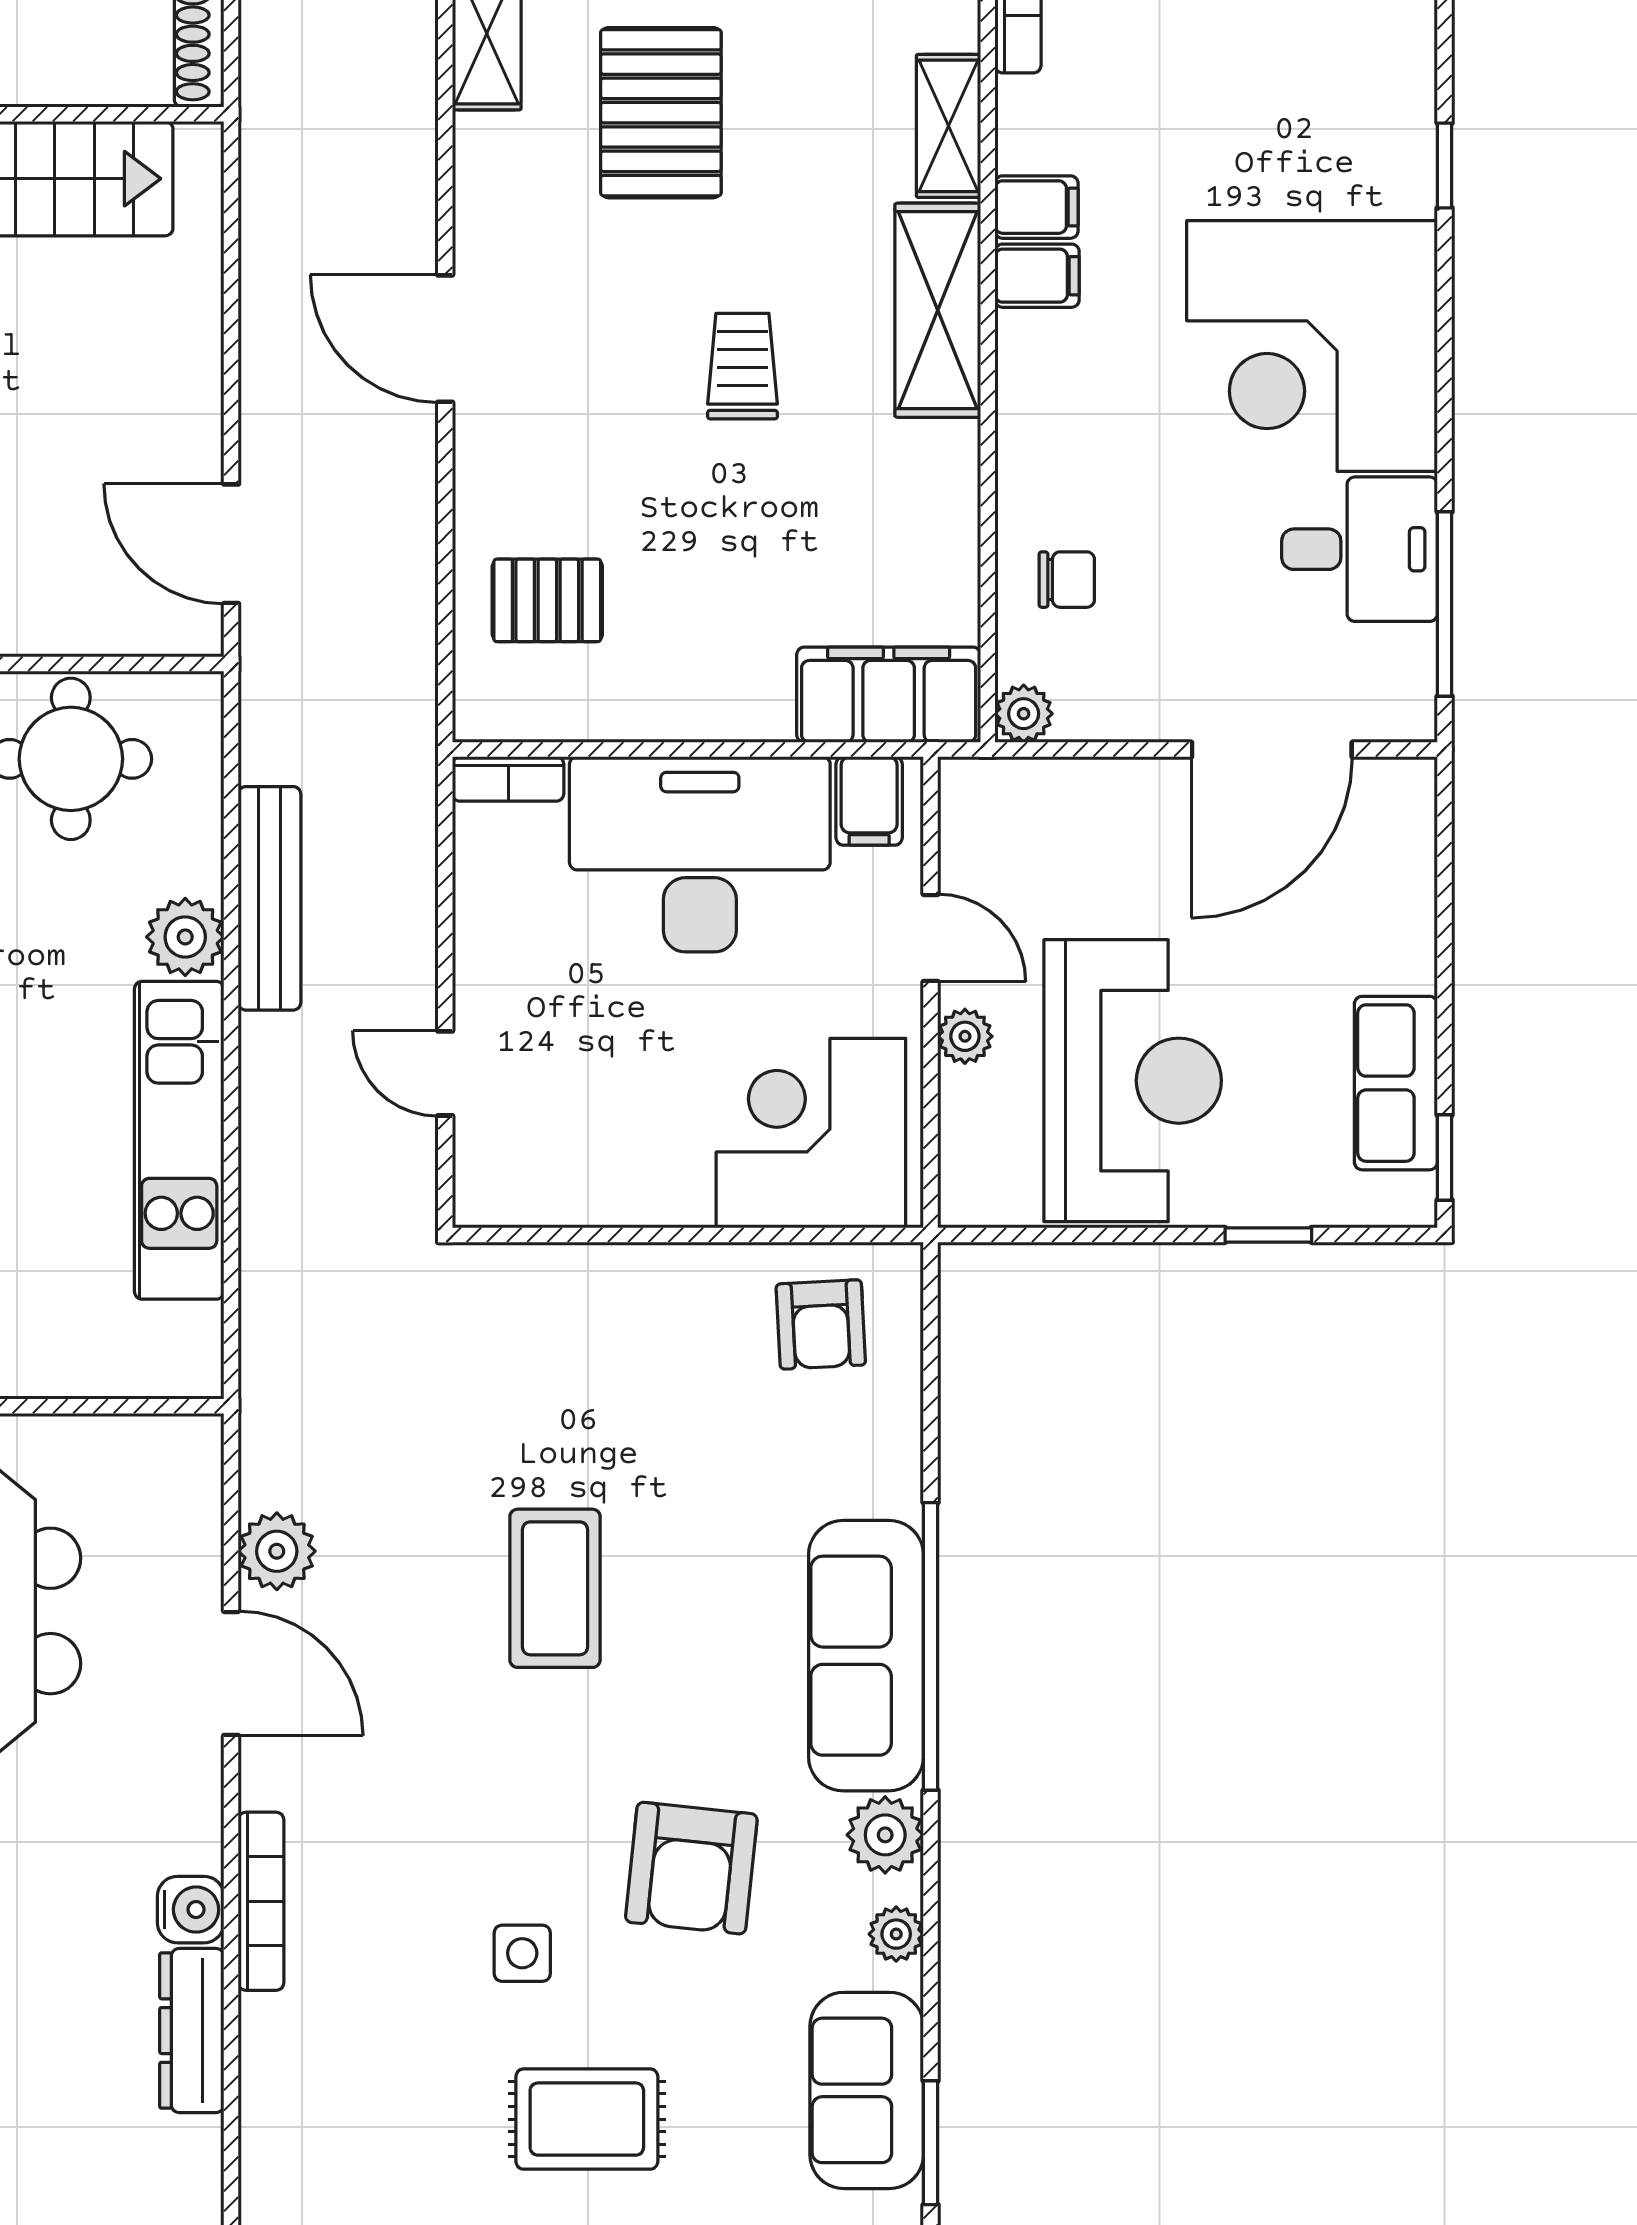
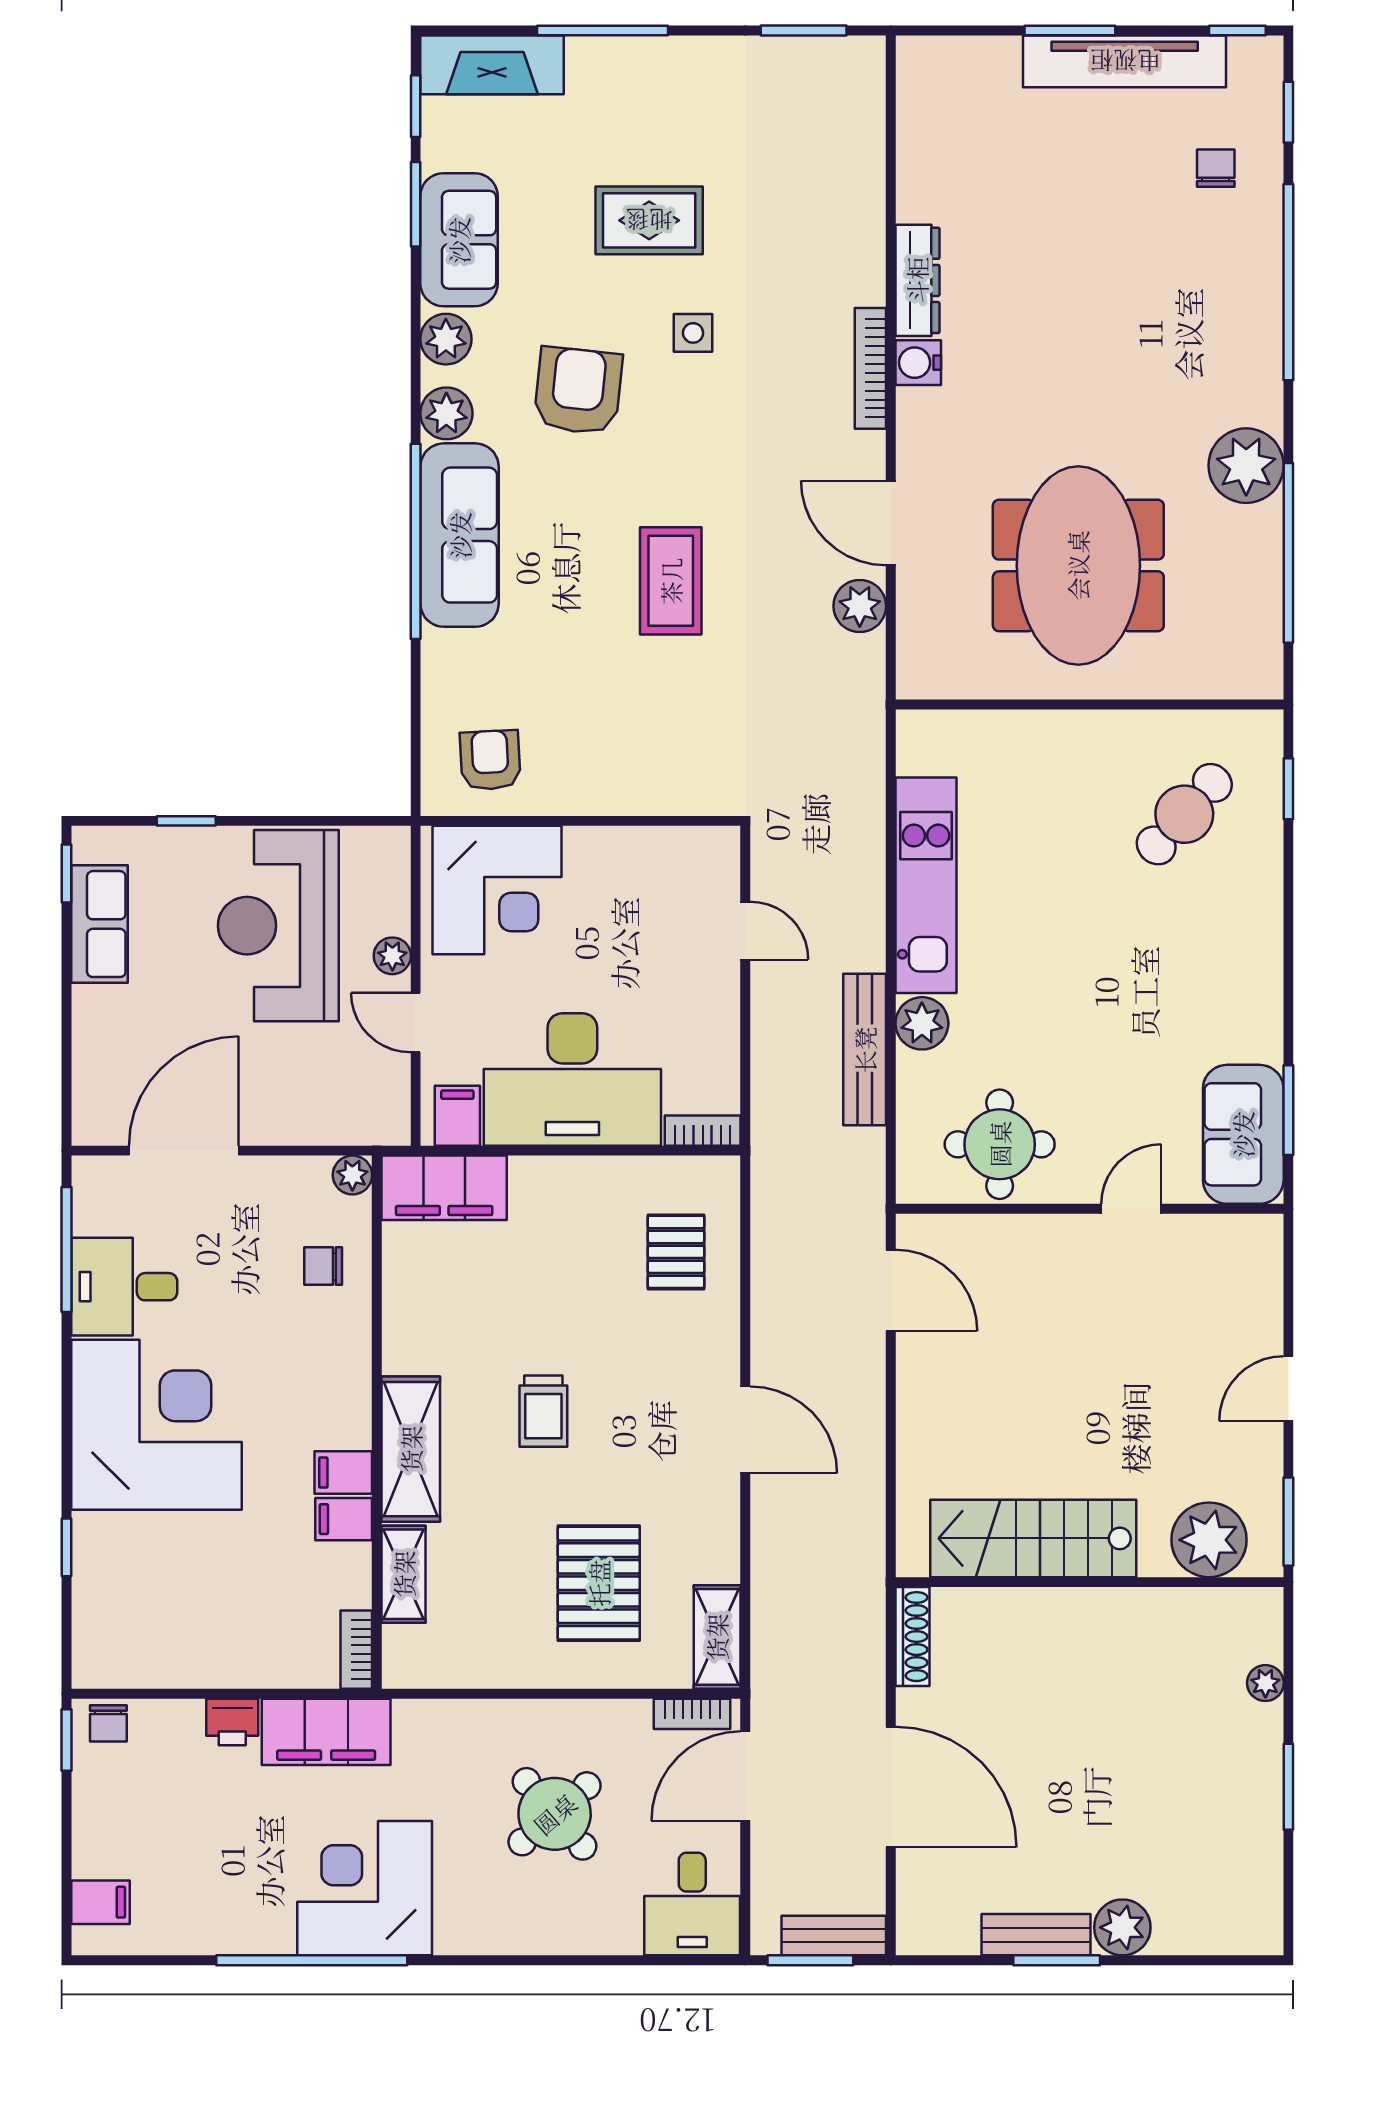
pallet: (547, 600) -> (676, 1252), turned 90
plant: (896, 1934) -> (446, 339), width x1.38, depth x1.38

